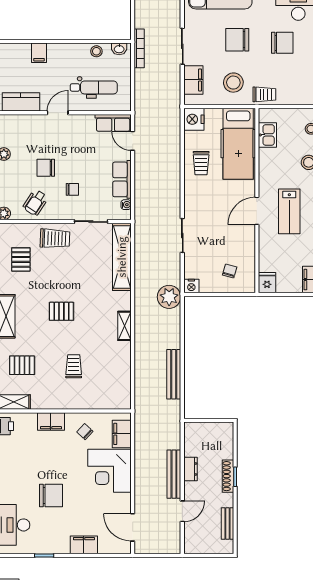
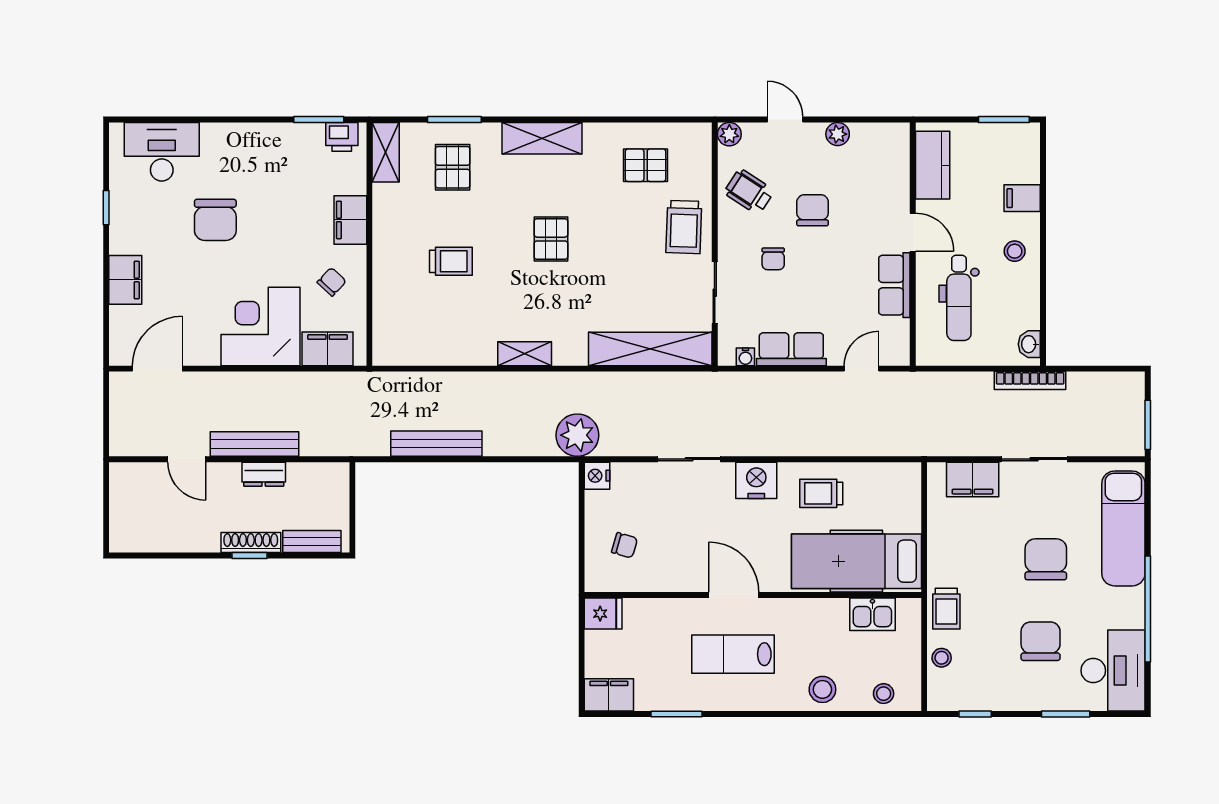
chair: (282, 43) -> (1041, 641), turned 180
stool: (96, 51) -> (1015, 251), moved
stool: (233, 83) -> (942, 658), moved, width x0.53, depth x0.53
nightstand: (194, 119) -> (756, 480), moved
row of seats: (113, 123) -> (894, 285), moved
bench: (227, 523) -> (312, 542), moved

